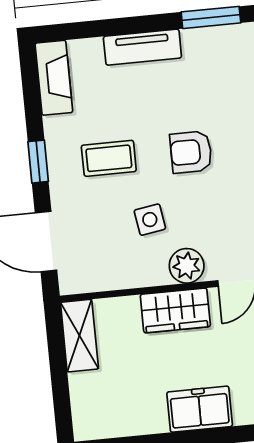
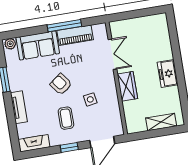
armchair: (191, 152) -> (61, 84), turned 143
plant: (187, 266) -> (108, 83), removed
shelving: (79, 336) -> (161, 122), moved

